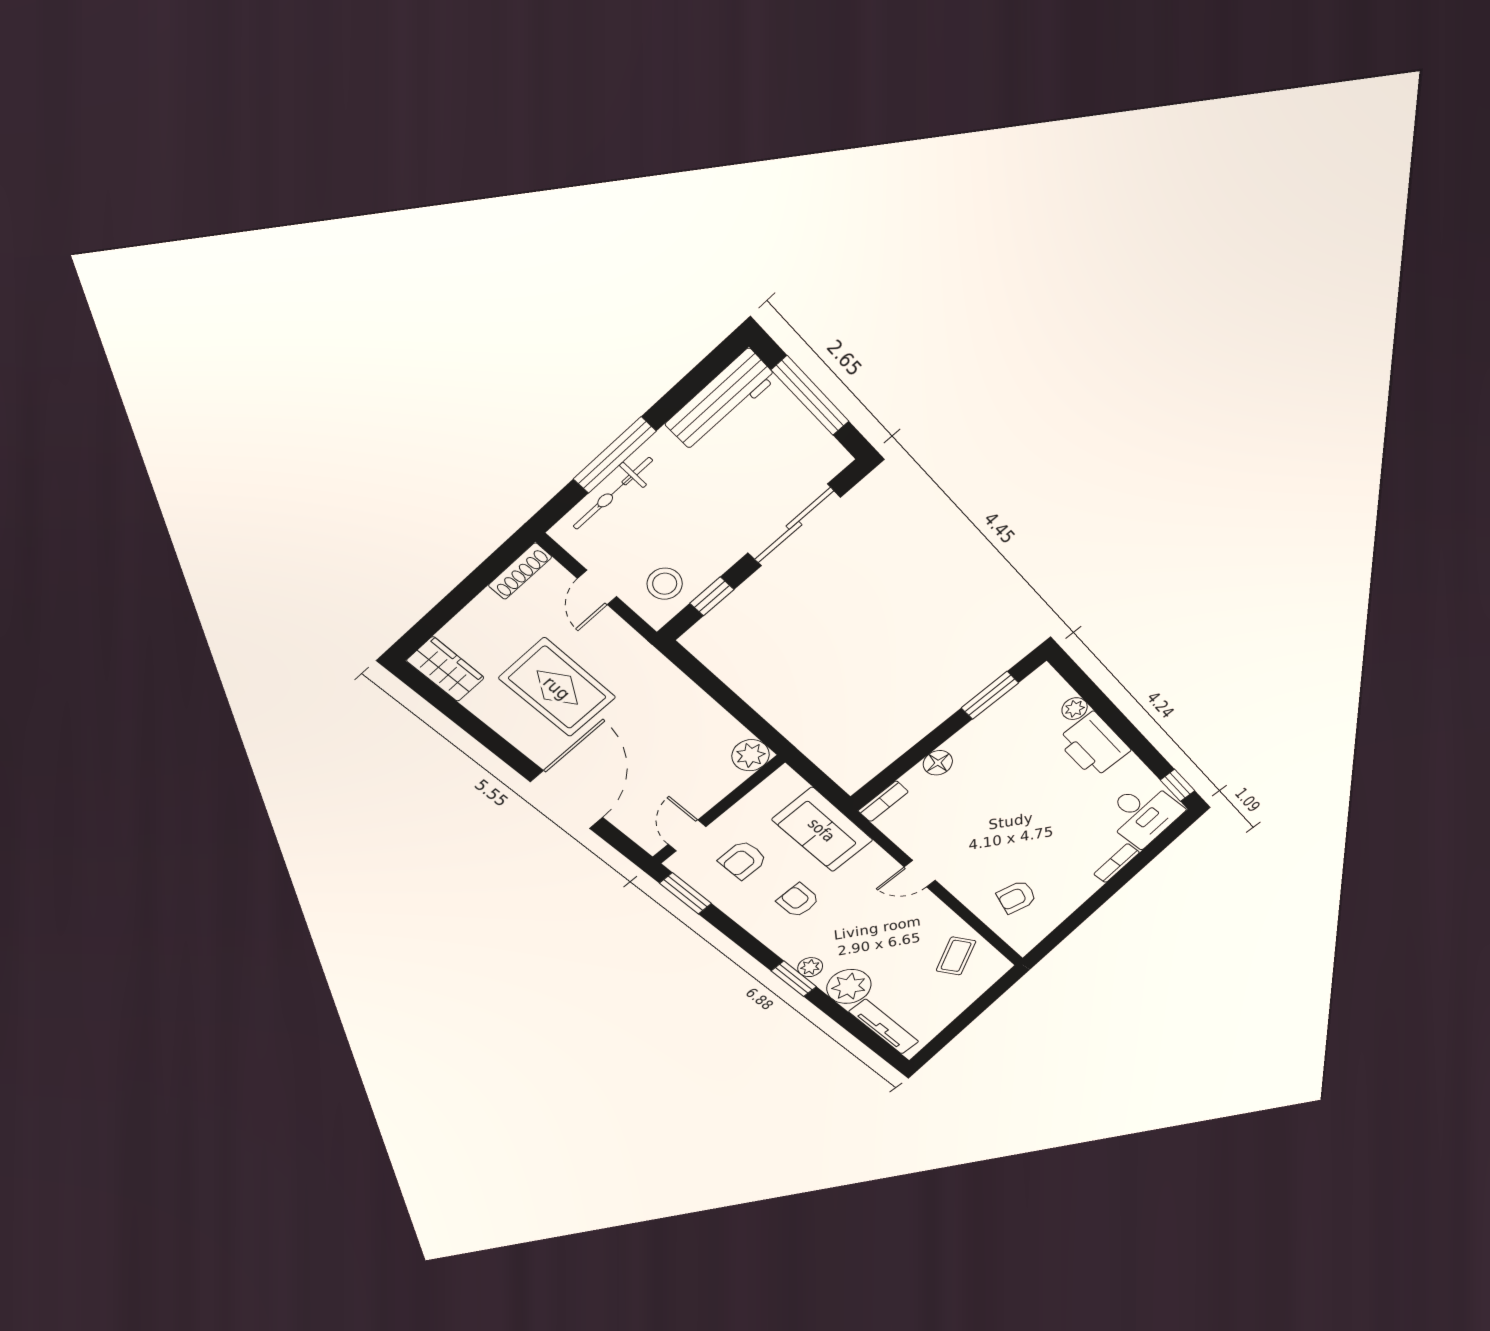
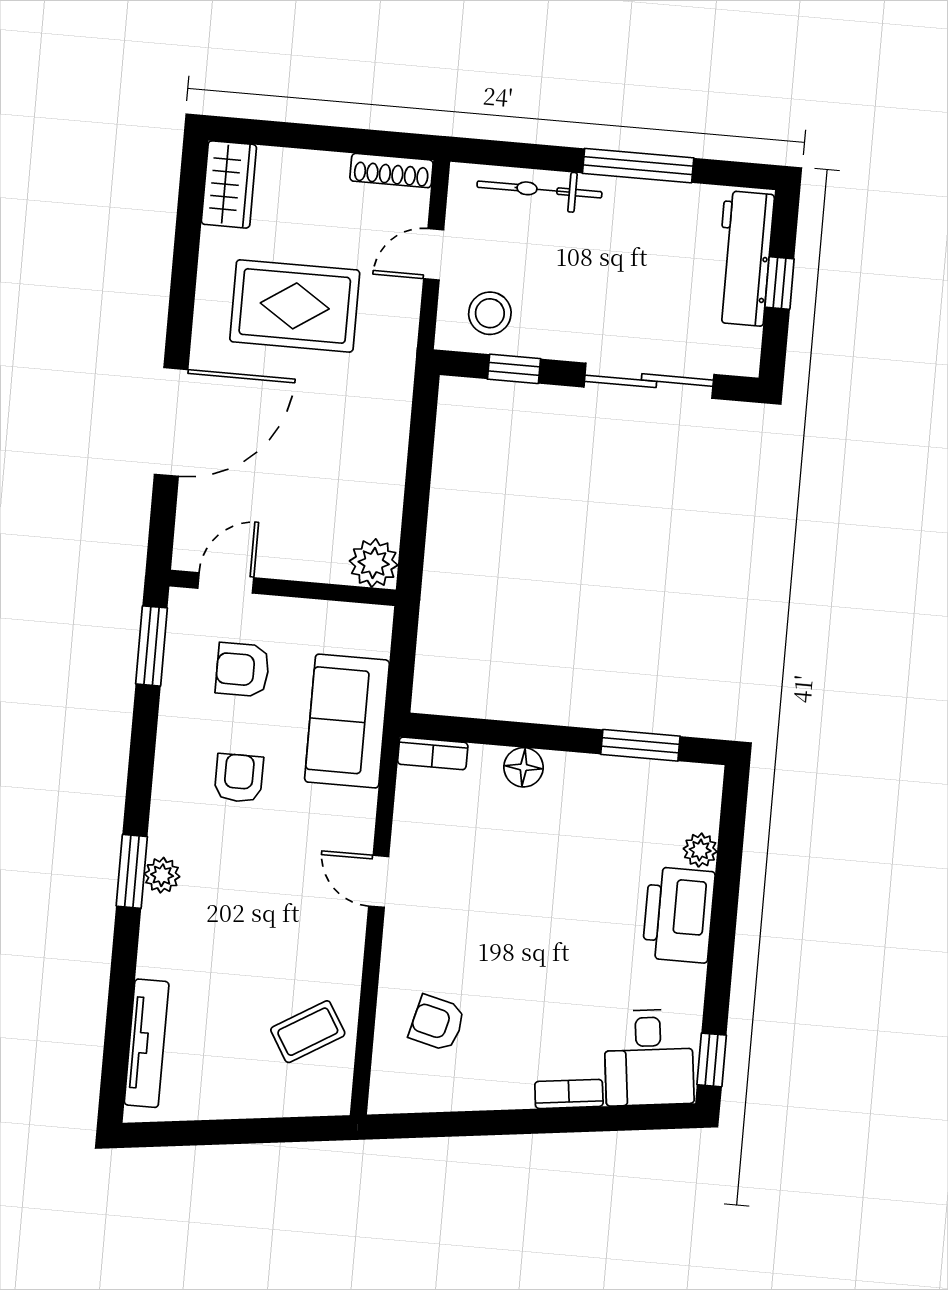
window: (810, 396) -> (780, 283), width x0.46
workbench: (721, 401) -> (744, 258), moved, turned 90
window: (615, 455) -> (638, 166), moved
rug: (557, 688) -> (295, 306), turned 90
plant: (849, 987) -> (170, 946), removed

